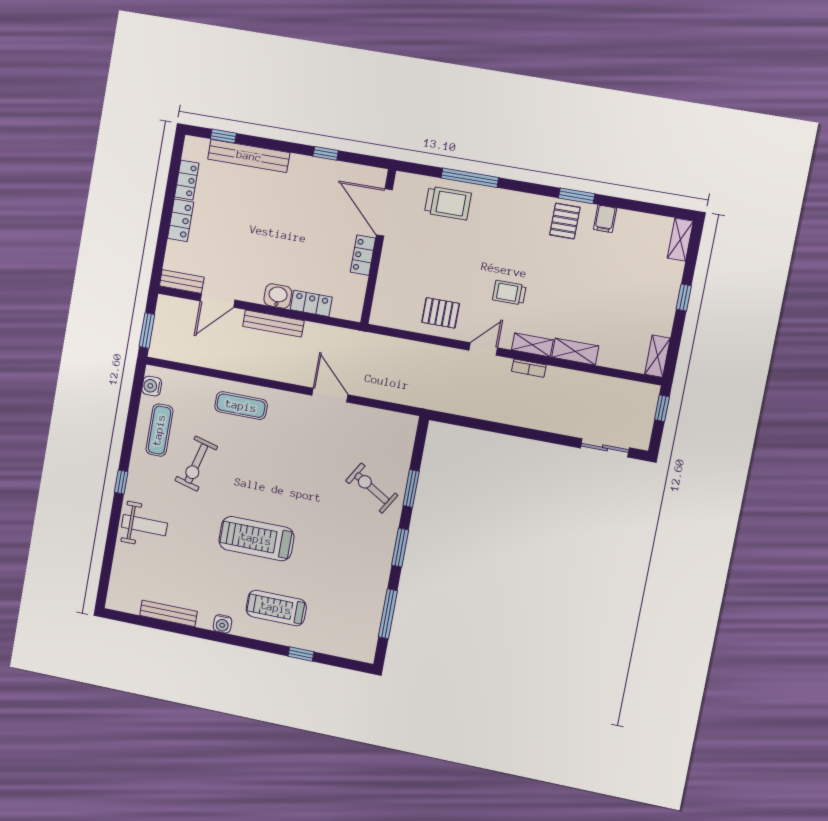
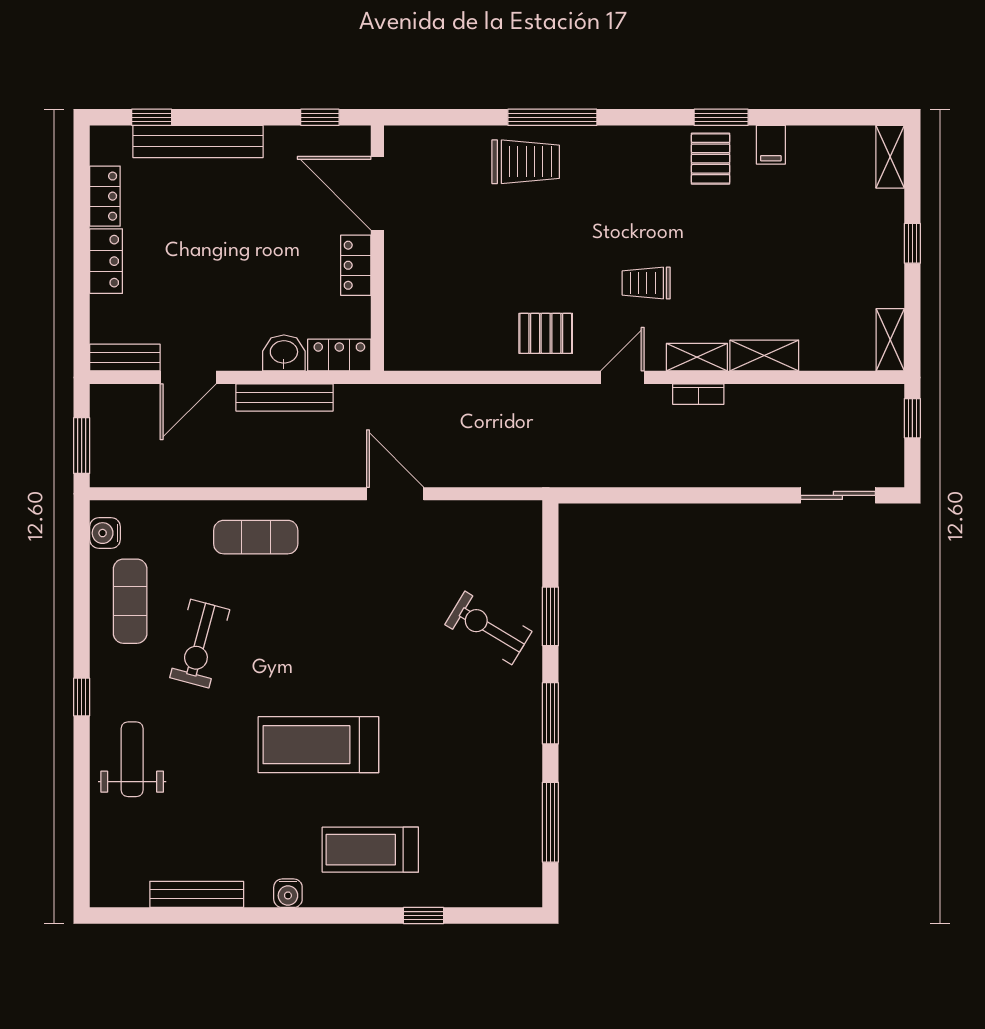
door: (384, 212) -> (377, 193), moved
wall: (378, 247) -> (377, 248), moved
locker: (363, 255) -> (356, 265), moved
weight bench: (144, 525) -> (132, 759), turned -90

